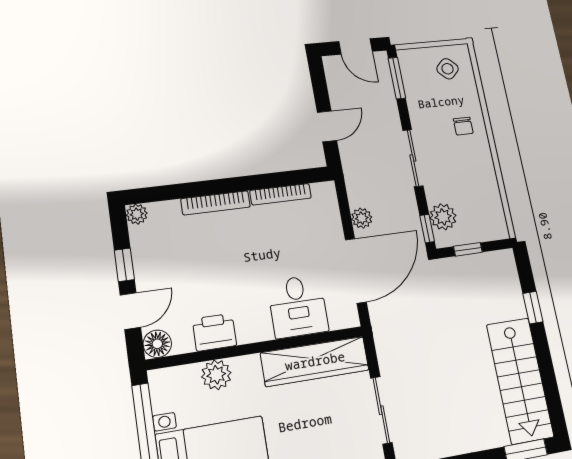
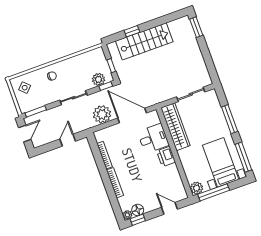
door: (327, 126) -> (68, 140), hinge flipped
plant: (362, 218) -> (102, 114), width x1.88, depth x1.88
window: (124, 265) -> (138, 220), moved
printer: (214, 332) -> (166, 157), moved
floor lamp: (157, 344) -> (138, 210), moved
plant: (216, 375) -> (197, 188), moved
stairs: (520, 380) -> (144, 41), moved

